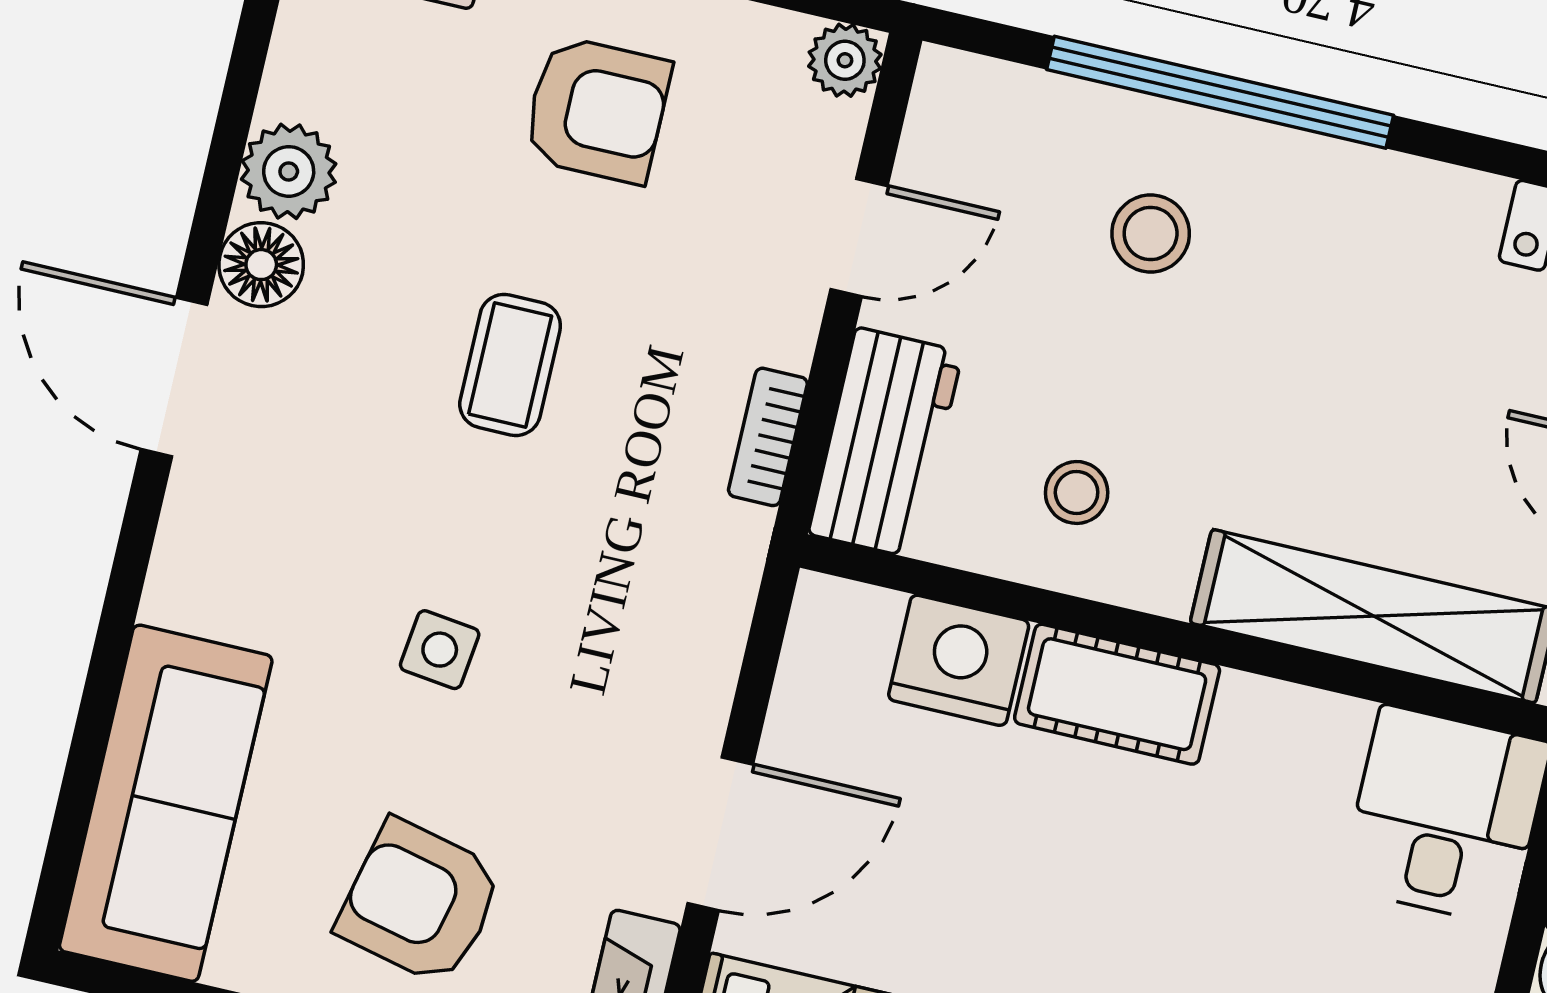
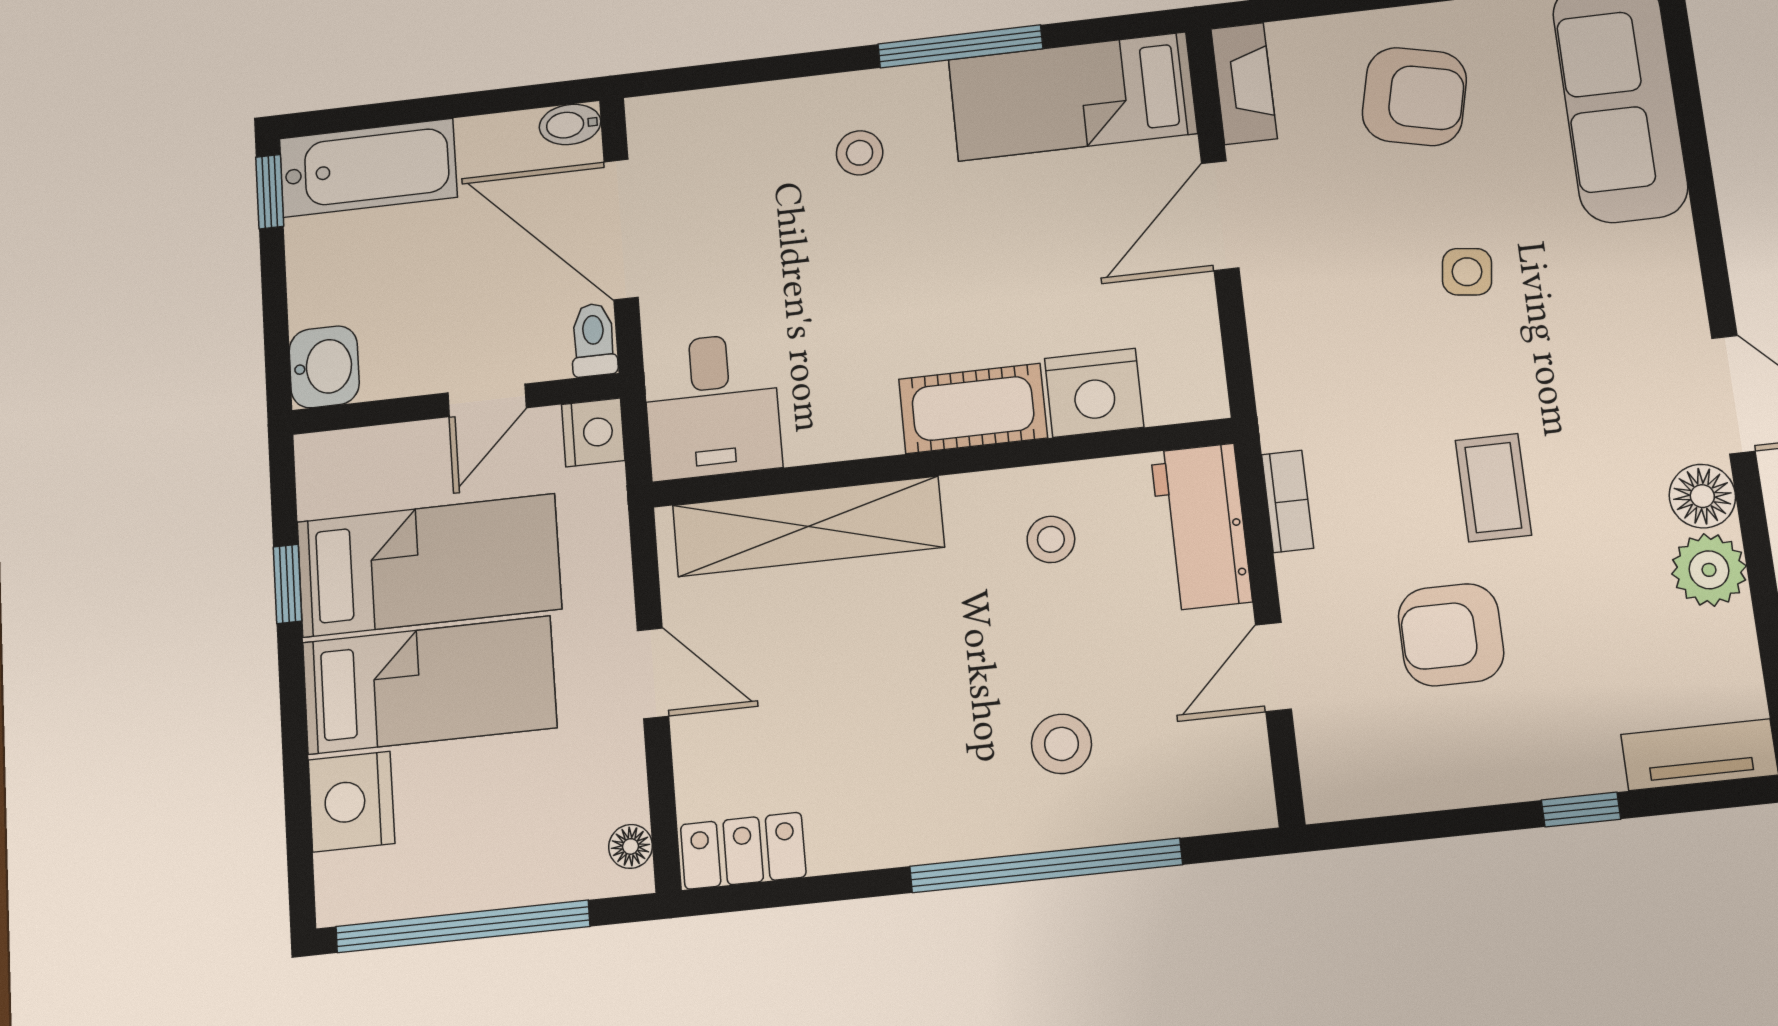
plant: (845, 60) -> (1331, 793), removed
armchair: (597, 110) -> (1451, 635), moved

